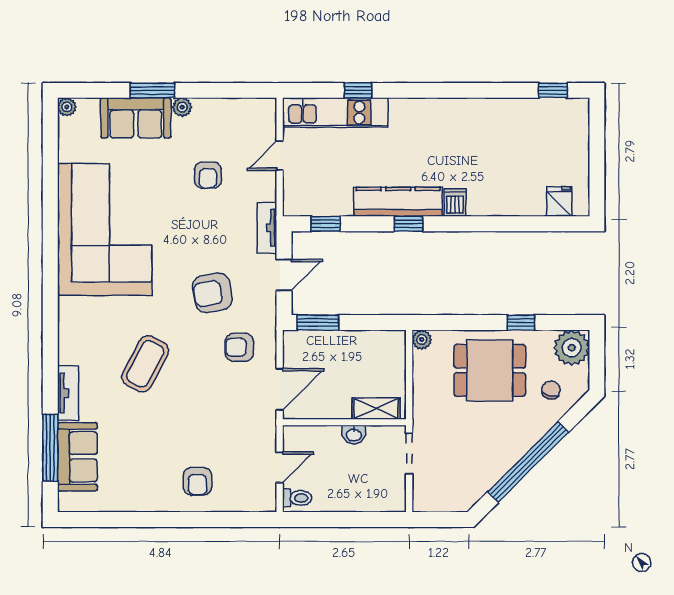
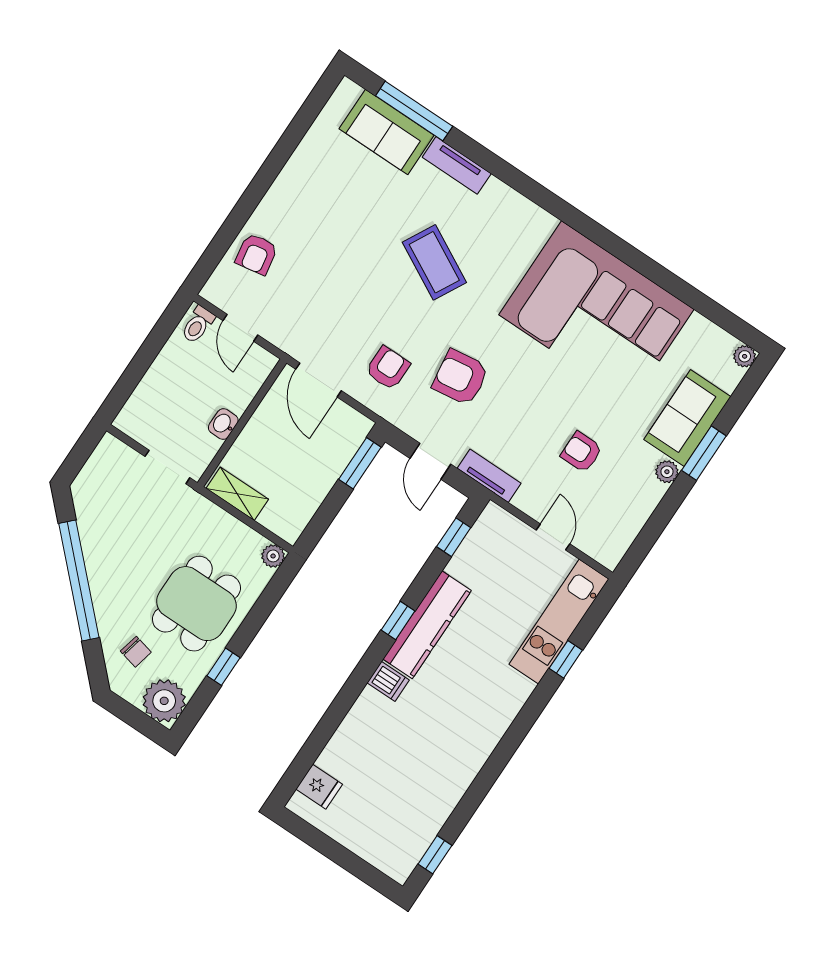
armchair: (212, 293) -> (460, 377), turned -88
shelving: (376, 409) -> (237, 494), moved, turned 90
armchair: (197, 481) -> (256, 254), moved, turned -100

